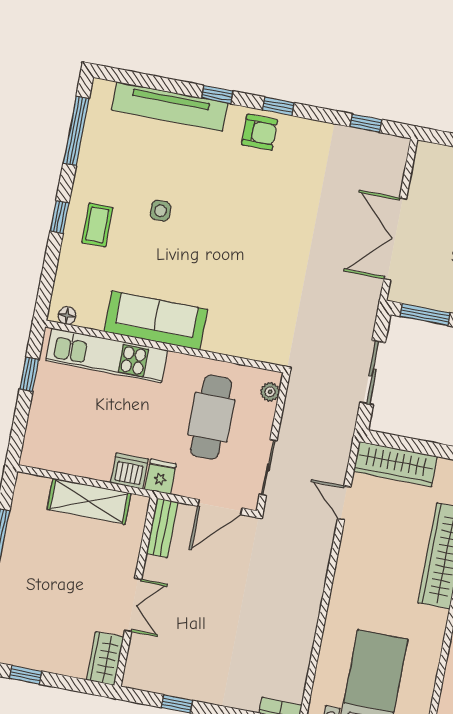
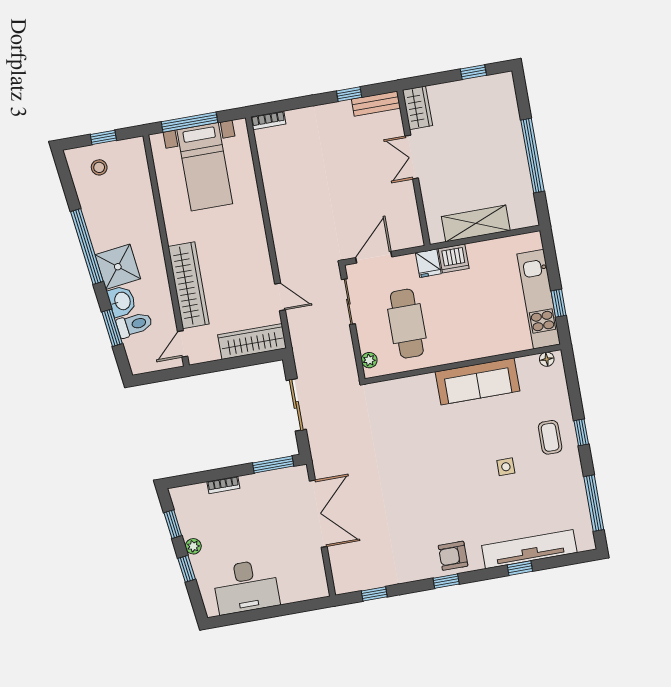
window: (217, 95) -> (520, 568), moved
kitchen unit: (107, 355) -> (539, 299), moved, turned -90
bench: (162, 528) -> (376, 104), moved, turned 90

